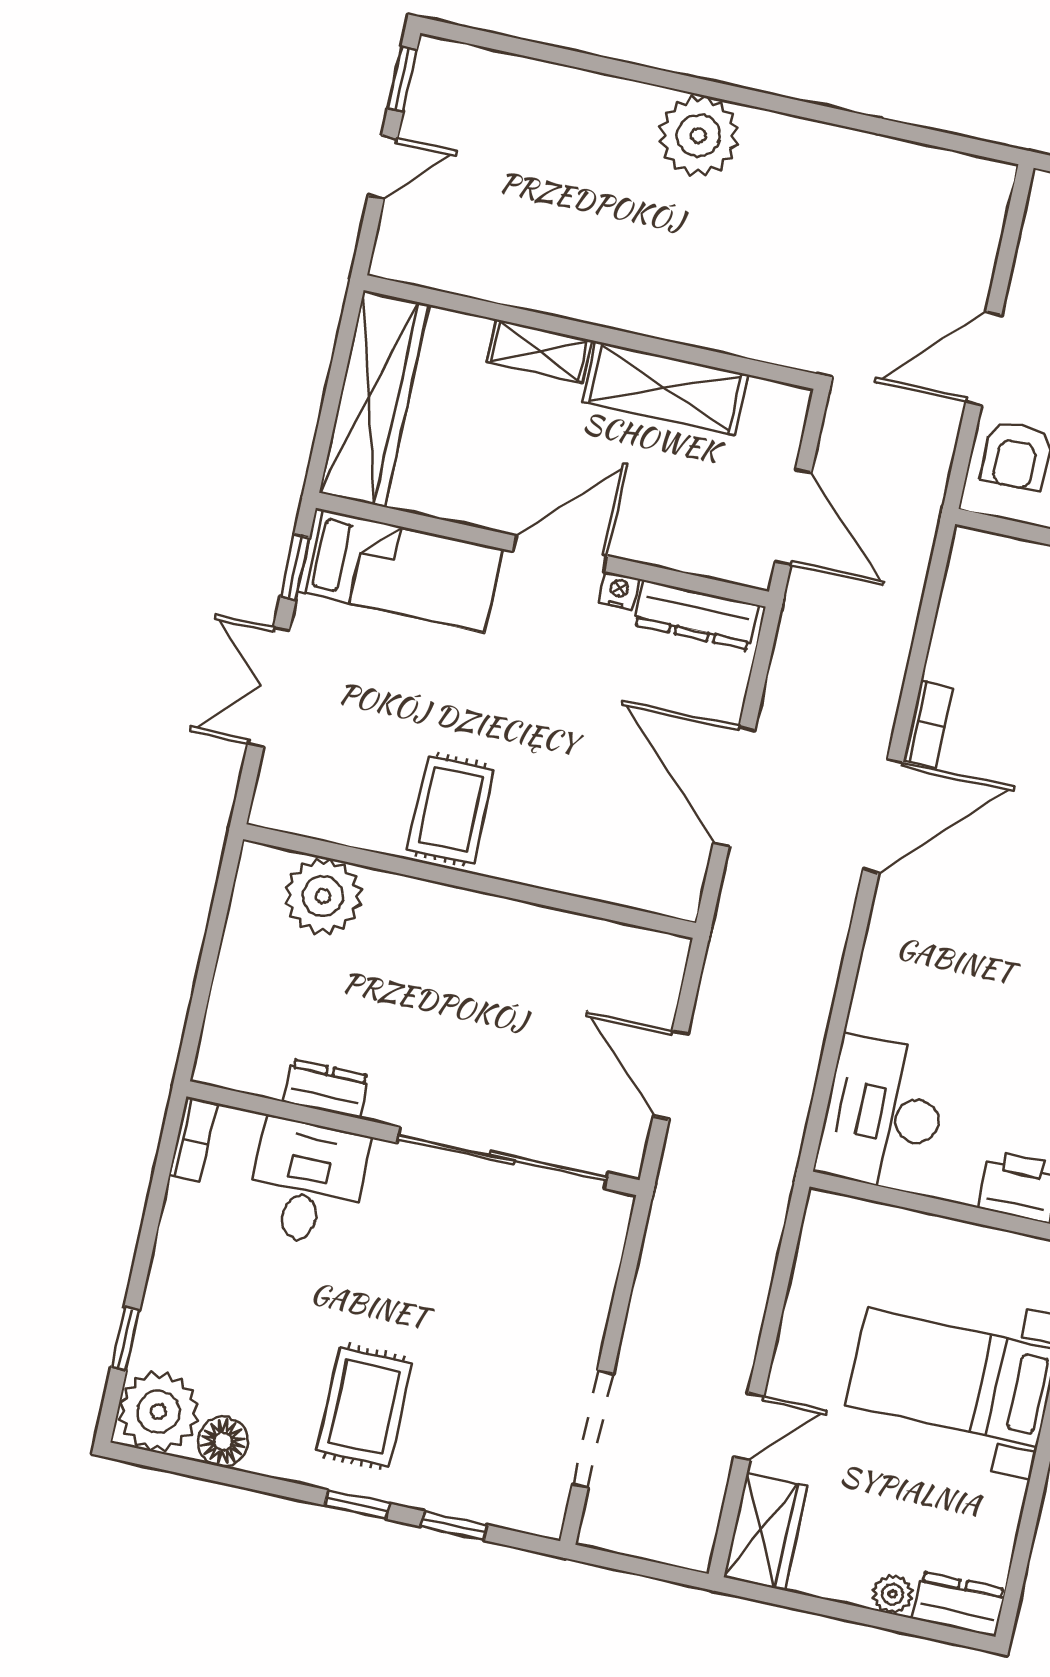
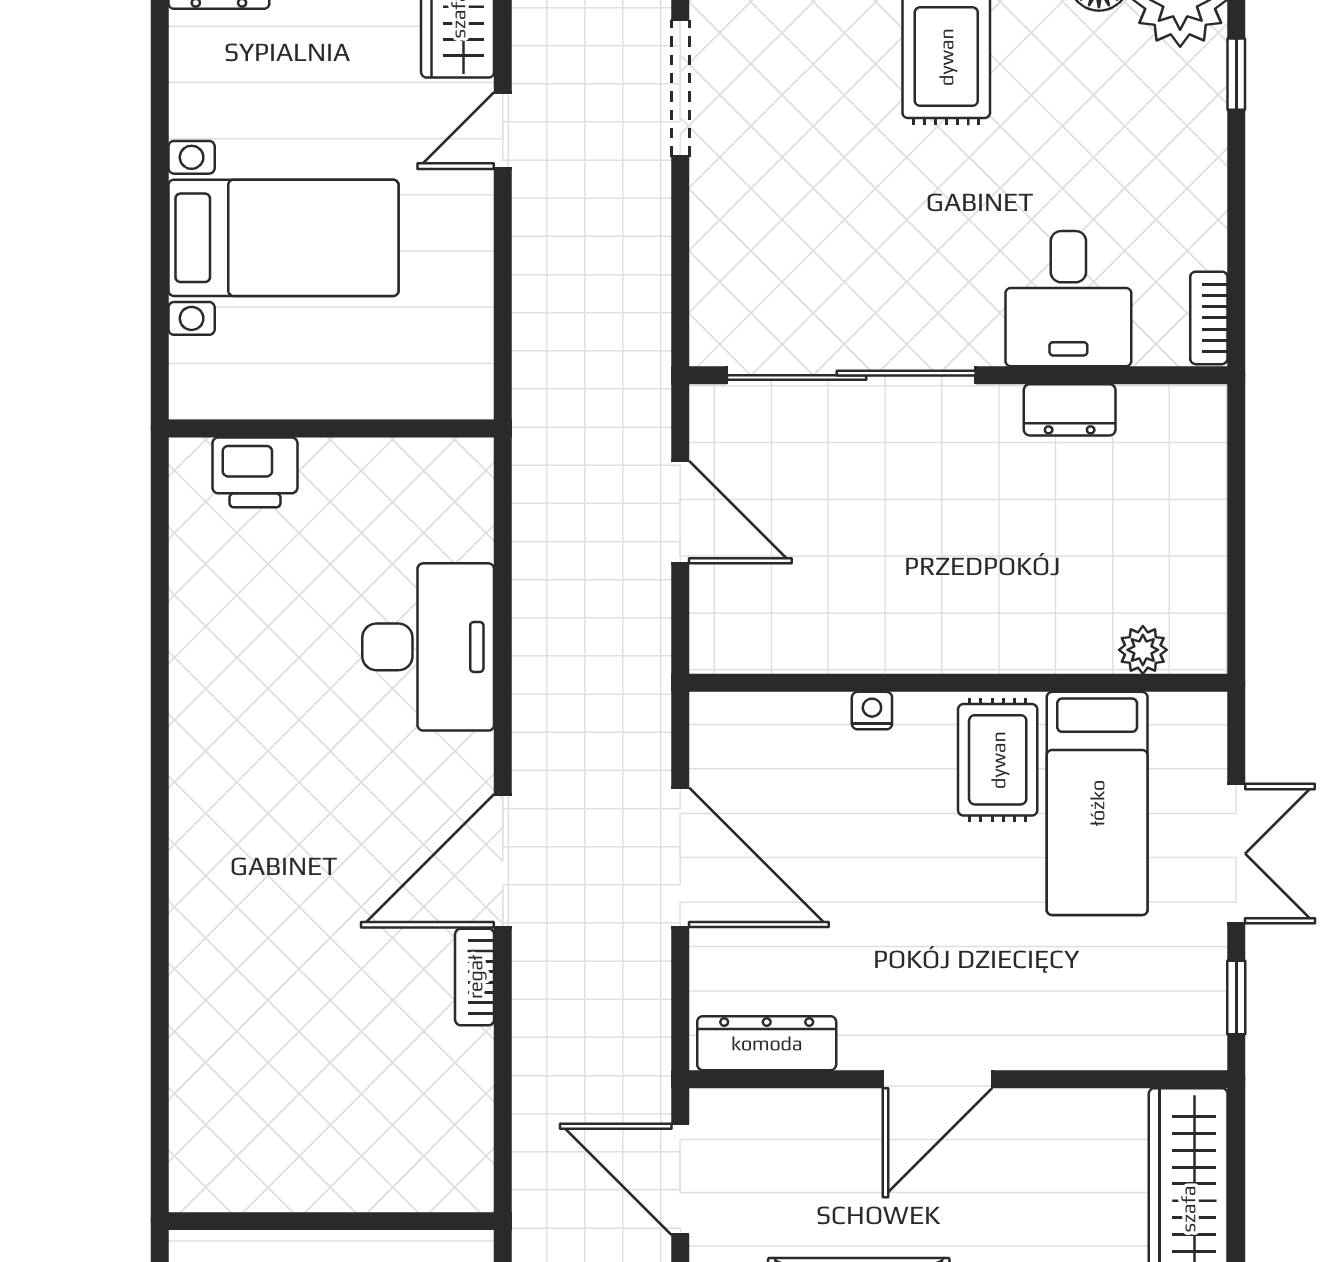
bed: (400, 570) -> (1097, 803), moved, turned -90
nightstand: (619, 591) -> (872, 711), moved, turned 180
plant: (323, 896) -> (1143, 650), width x0.53, depth x0.53
desk: (883, 1114) -> (428, 647), moved

